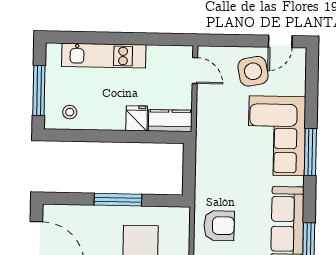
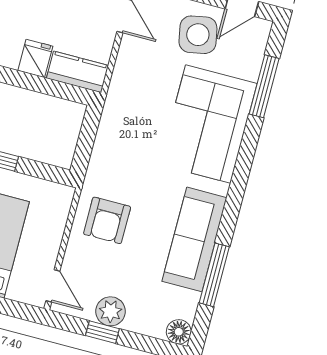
window: (310, 152) -> (264, 86), moved
armchair: (219, 226) -> (107, 220), turned 90

